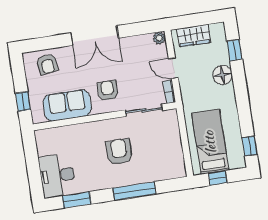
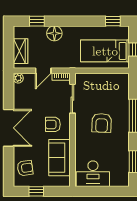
window: (23, 101) -> (36, 191), moved
armchair: (119, 152) -> (102, 123), turned -88
desk: (57, 176) -> (93, 174), moved

